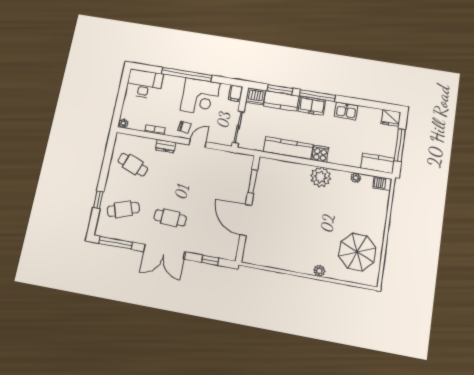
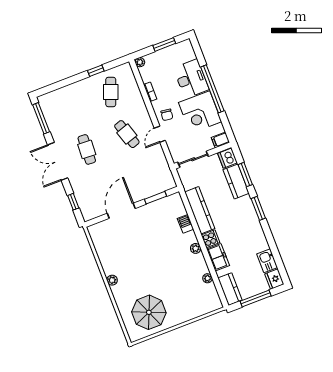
desk: (144, 84) -> (191, 79), moved
window: (122, 93) -> (164, 44), added
window: (317, 96) -> (258, 208), width x0.69
freezer: (312, 106) -> (218, 257), moved, turned 180
kitchen sink: (346, 111) -> (267, 261), moved
door: (198, 143) -> (160, 134), swing flipped
dresser: (166, 146) -> (142, 109), removed
plant: (321, 177) -> (196, 248), width x0.53, depth x0.53
barbecue: (382, 184) -> (185, 224), moved
window: (98, 200) -> (96, 71), moved
cafe table: (123, 209) -> (127, 134), moved
plant: (319, 271) -> (112, 280), moved

